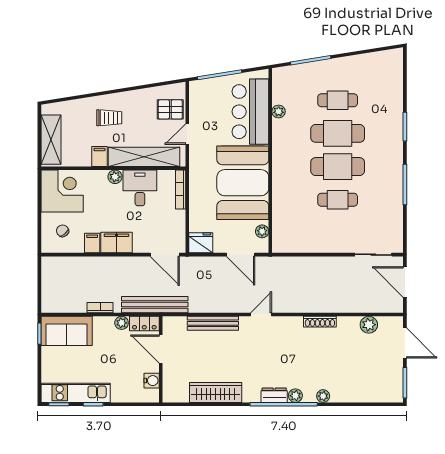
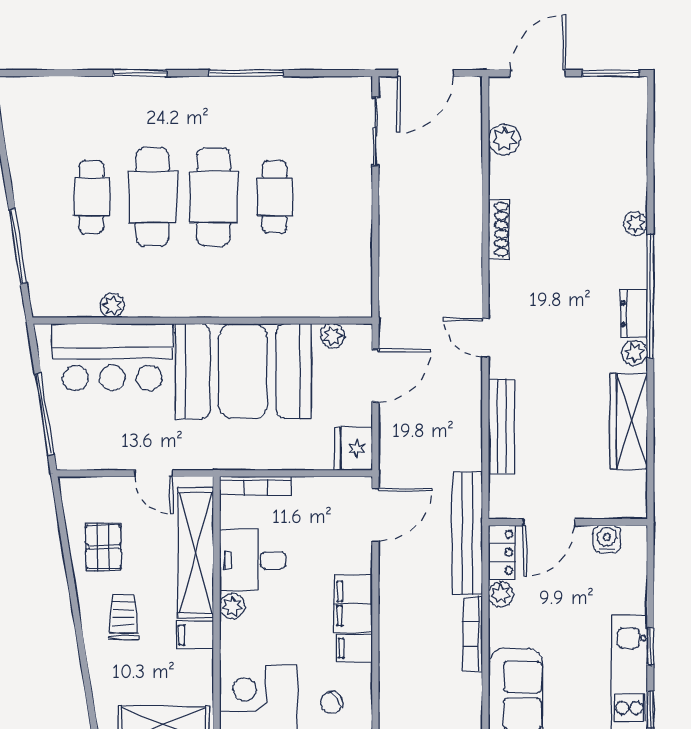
pallet: (170, 109) -> (103, 547), moved
bookcase: (100, 308) -> (473, 634), width x1.56
plant: (295, 396) -> (635, 353), moved

